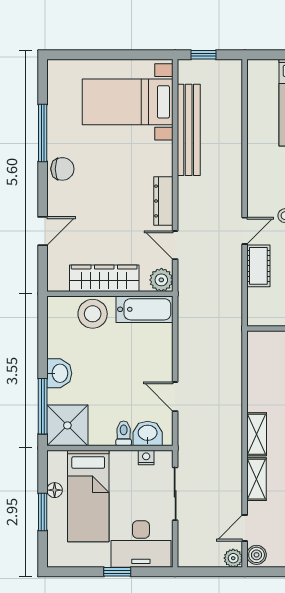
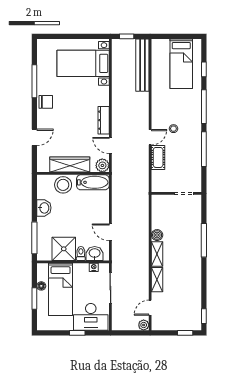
bench: (189, 130) -> (142, 65), moved
washbasin: (59, 373) -> (44, 208), moved
shower: (67, 425) -> (64, 249), moved
boiler: (257, 555) -> (157, 235), moved

